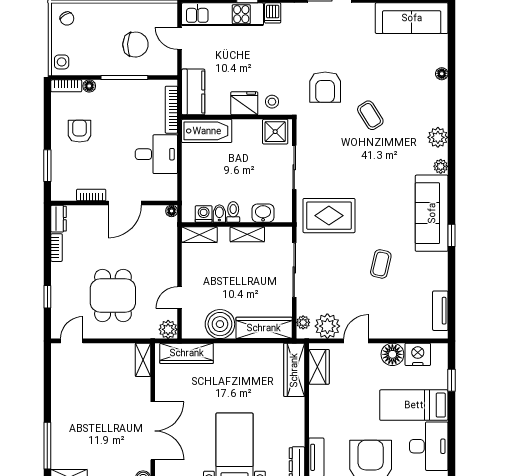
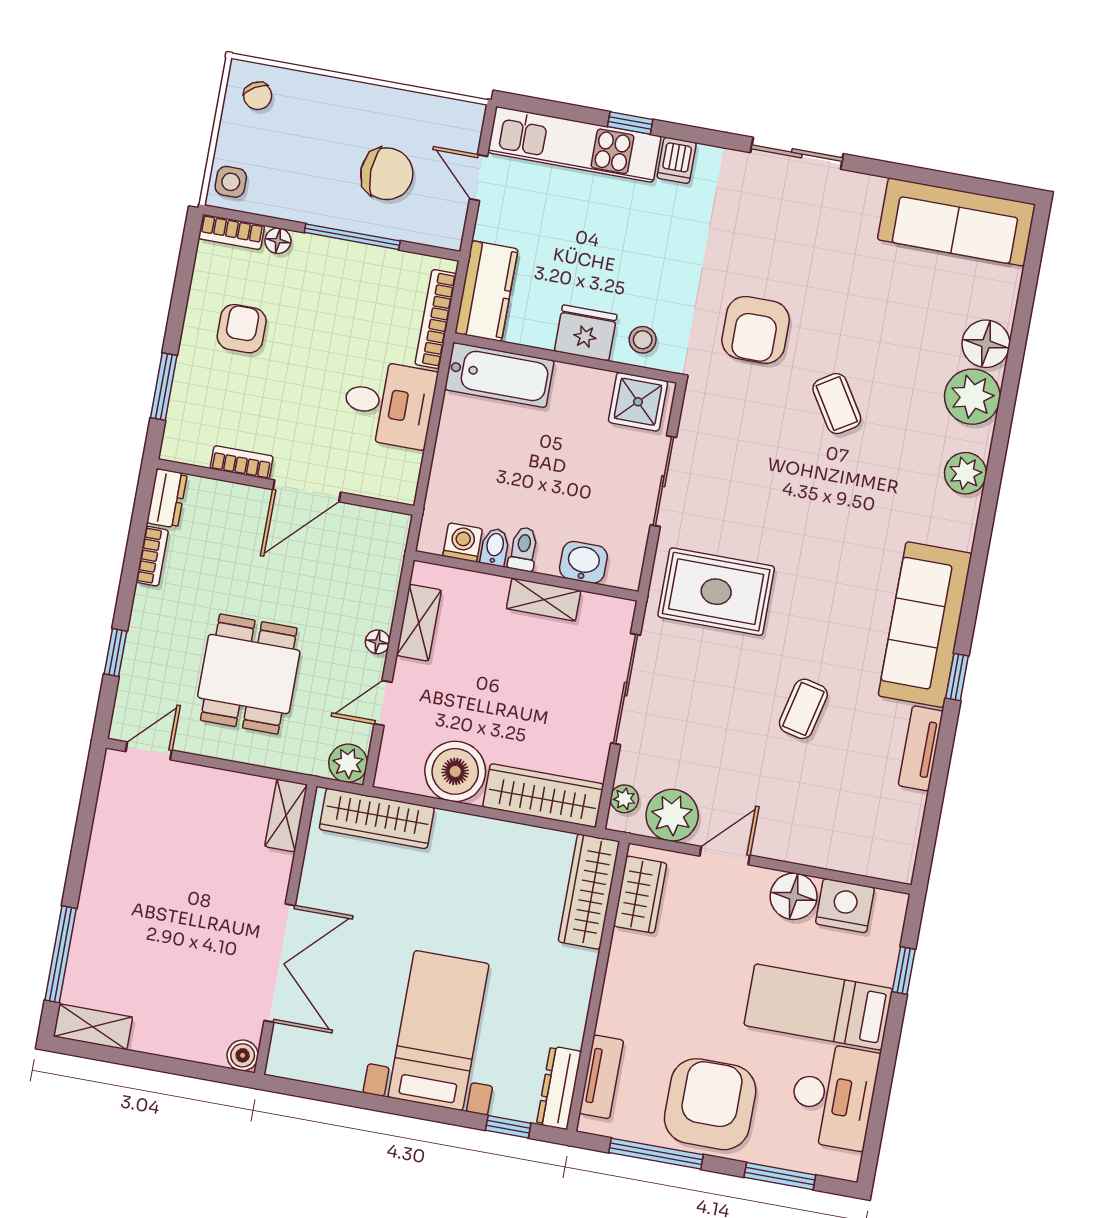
floor lamp: (442, 74) -> (986, 344), width x1.89, depth x1.89
plant: (441, 166) -> (972, 397), moved, width x1.88, depth x1.88
floor lamp: (172, 211) -> (377, 642), moved
shelving: (199, 235) -> (419, 623), moved, turned 90
tv unit: (440, 311) -> (921, 748), moved

